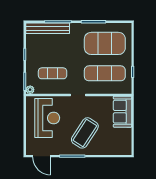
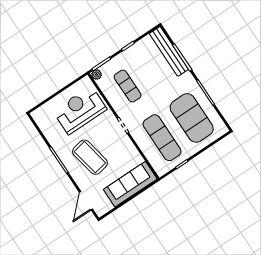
sofa: (123, 112) -> (130, 184), width x1.36
reception desk: (47, 118) -> (80, 110), turned 180
coffee table: (85, 133) -> (90, 157), turned 46
door: (42, 156) -> (86, 201), moved

